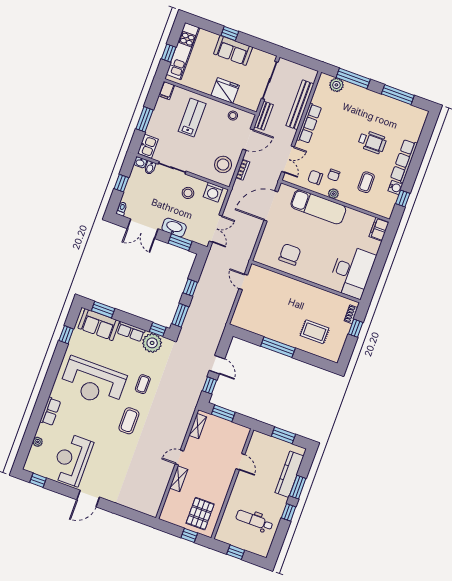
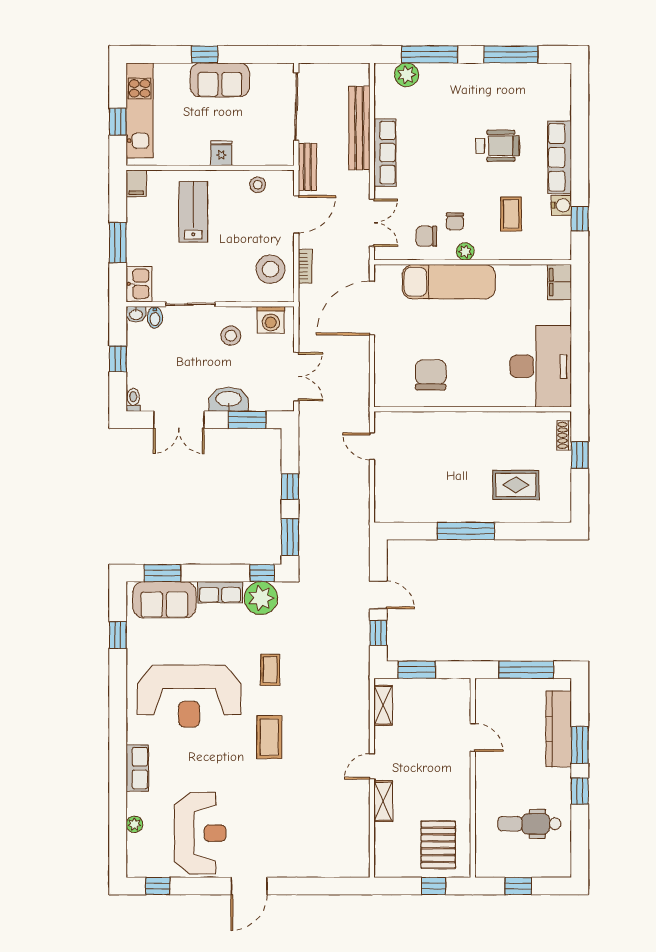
fridge: (225, 91) -> (221, 153), width x0.53, depth x0.75
window: (283, 435) -> (526, 670), width x1.44
reception desk: (72, 460) -> (200, 833), turned 180

